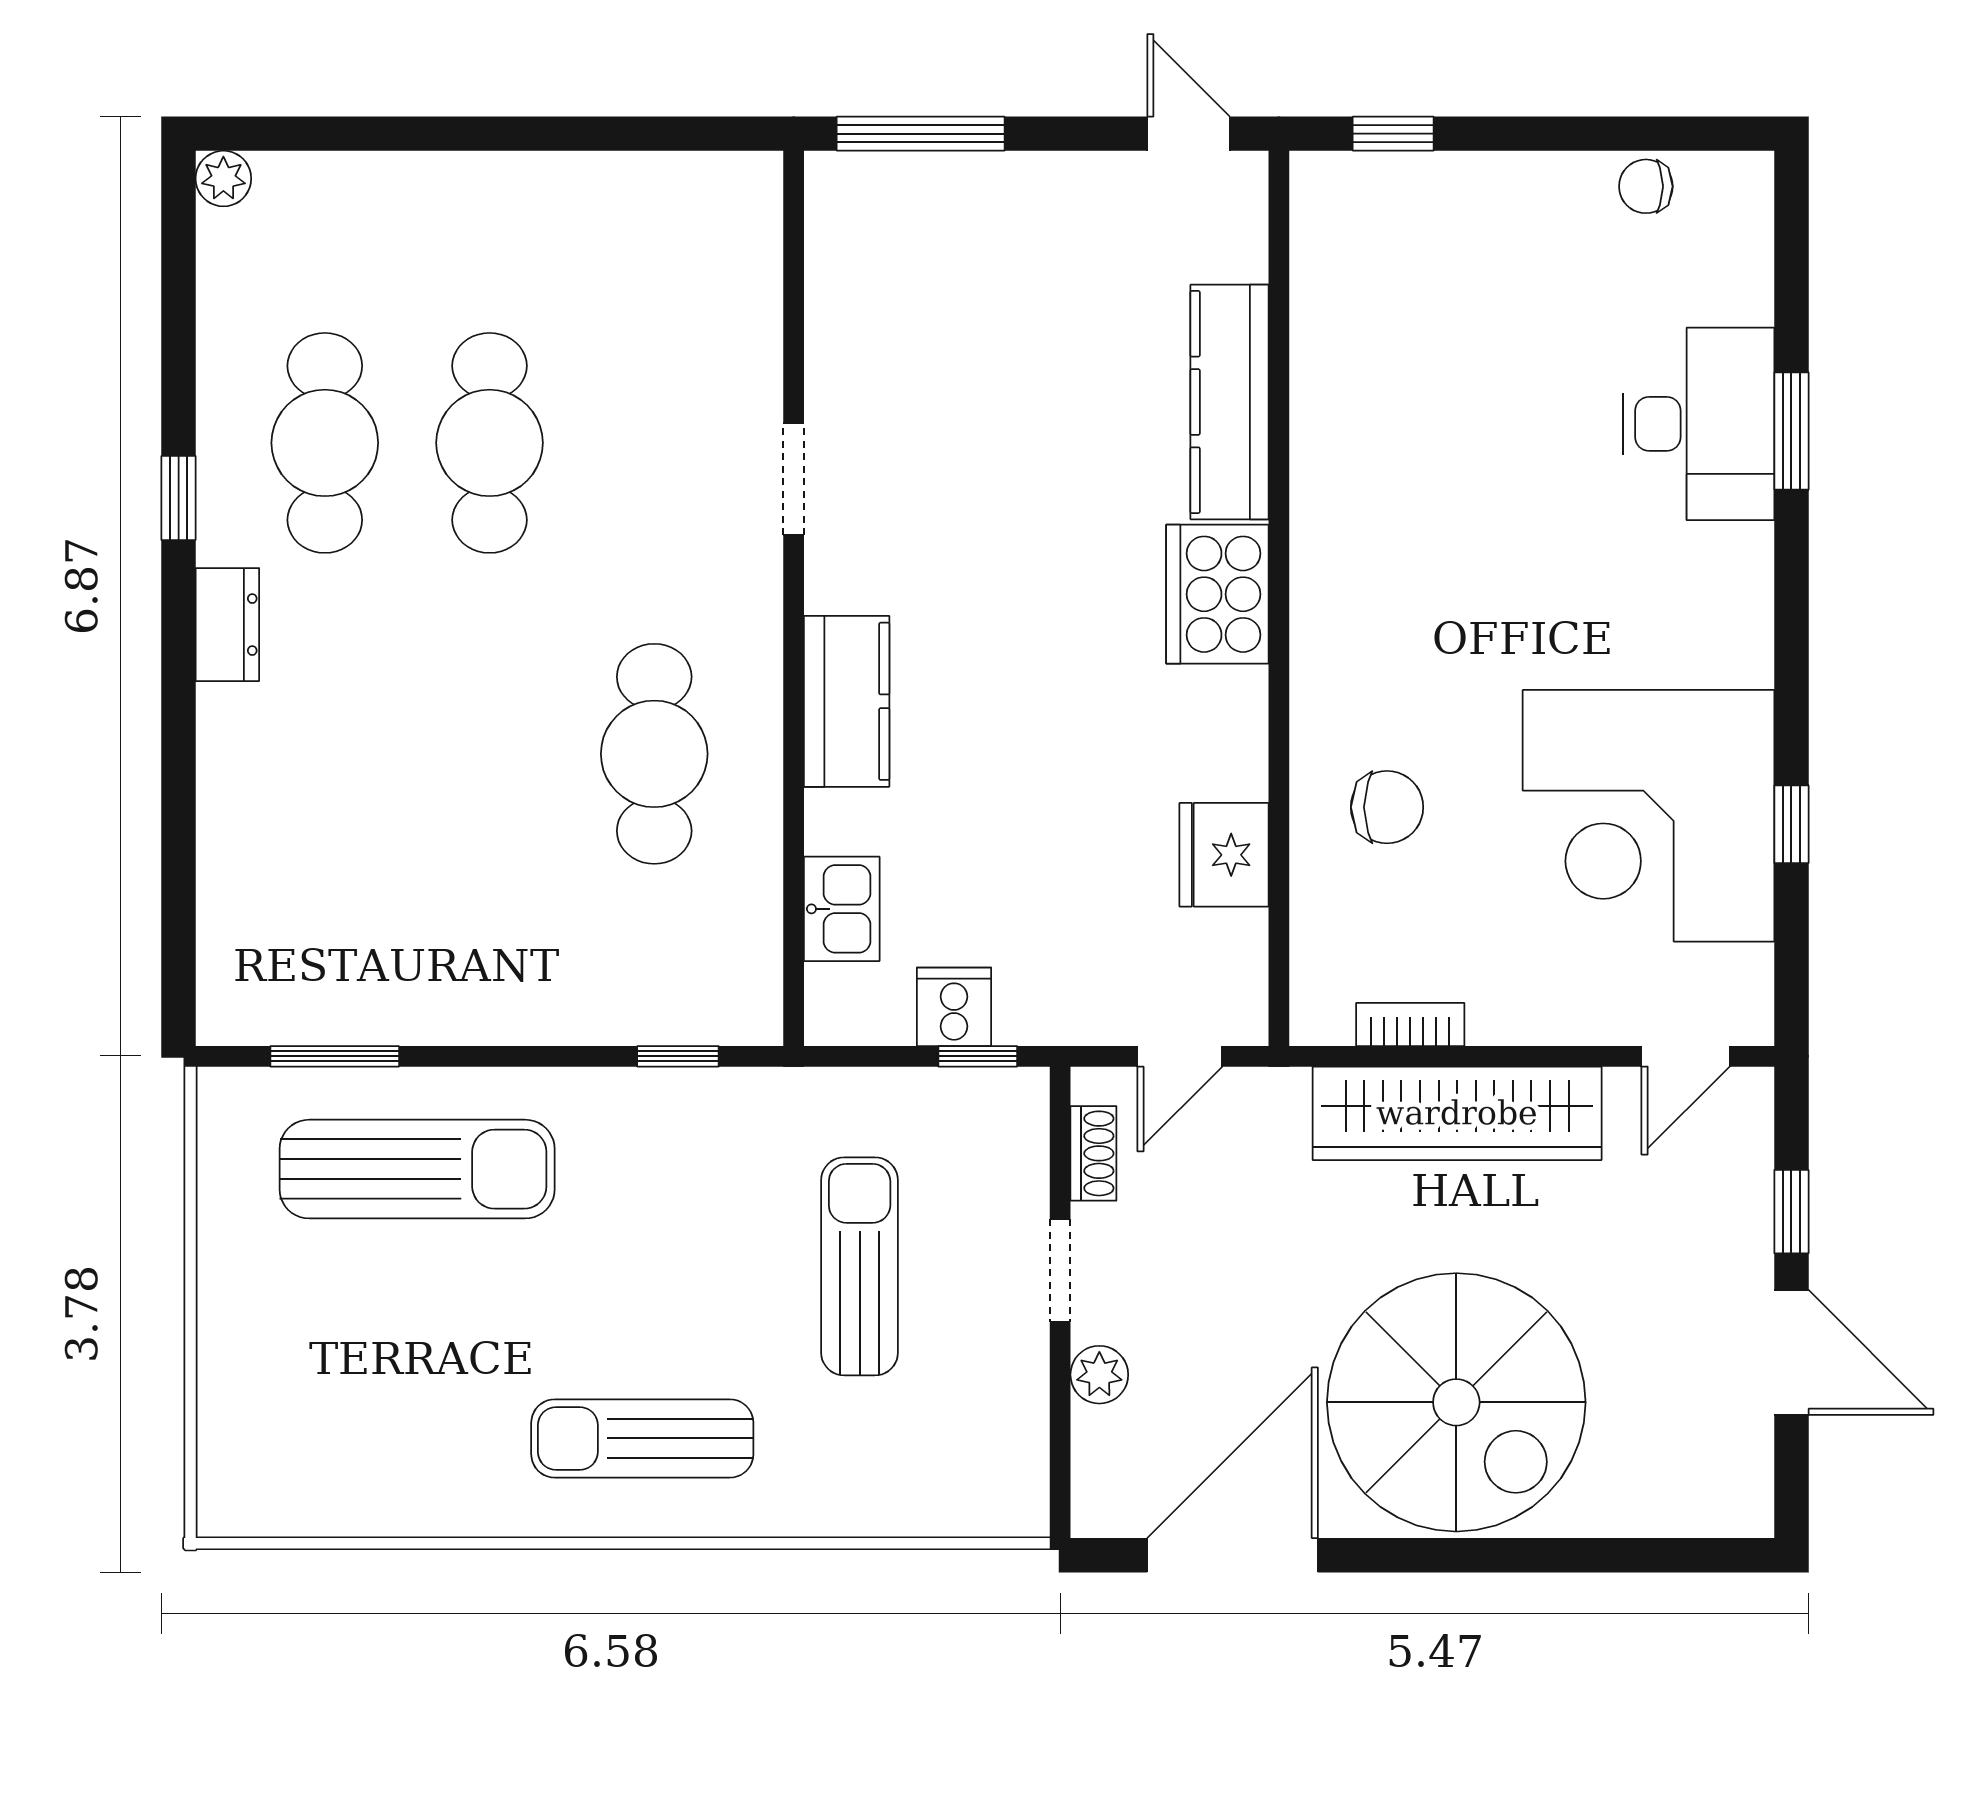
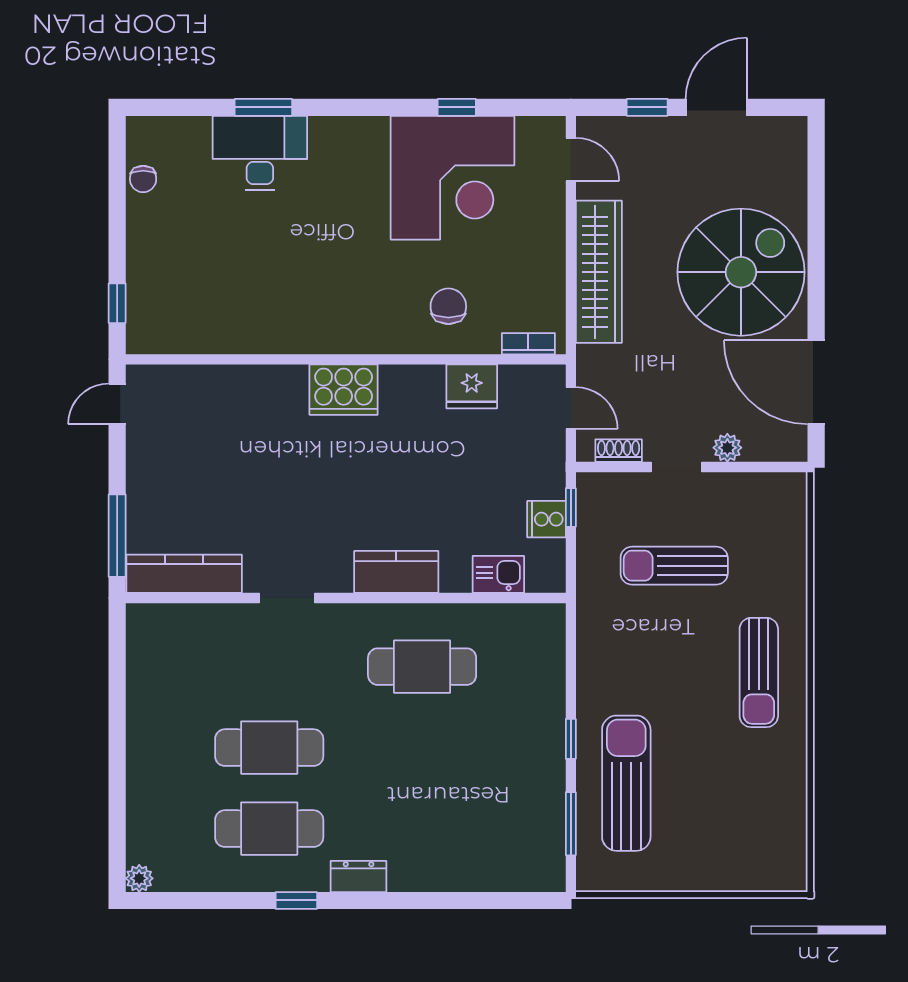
kitchen counter: (1230, 402) -> (184, 574), moved, turned 180
bookcase: (1410, 1024) -> (528, 344), moved, turned 90
window: (678, 1056) -> (571, 739), moved

